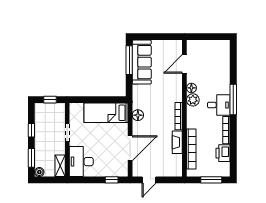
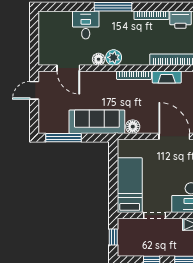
door: (167, 37) -> (34, 90), added
sofa: (142, 62) -> (97, 122), moved
desk: (219, 105) -> (86, 25), moved
bed: (106, 113) -> (130, 185), moved, turned 180

